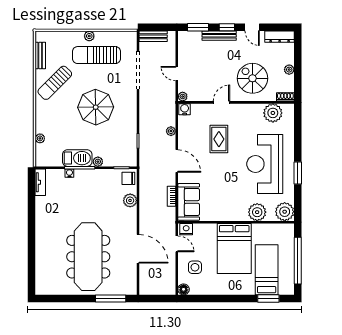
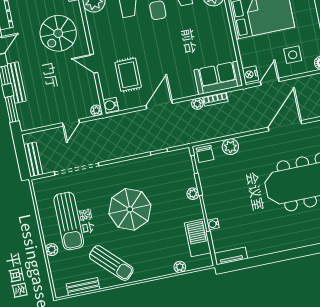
plant: (89, 36) -> (52, 250), moved
plant: (171, 131) -> (197, 104), moved
rug: (219, 139) -> (128, 75), moved, turned 90
barbecue: (77, 158) -> (198, 238), moved
door: (177, 161) -> (159, 104), moved

